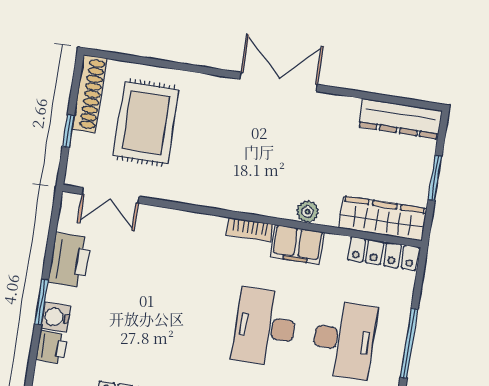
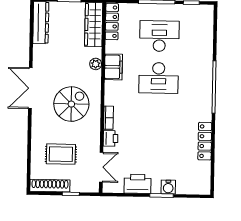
rug: (146, 123) -> (61, 154), width x0.73, depth x0.70
spiral stairs: (238, 155) -> (71, 104), added
bookcase: (250, 230) -> (108, 118), moved
printer: (51, 347) -> (110, 138), moved, turned 90

